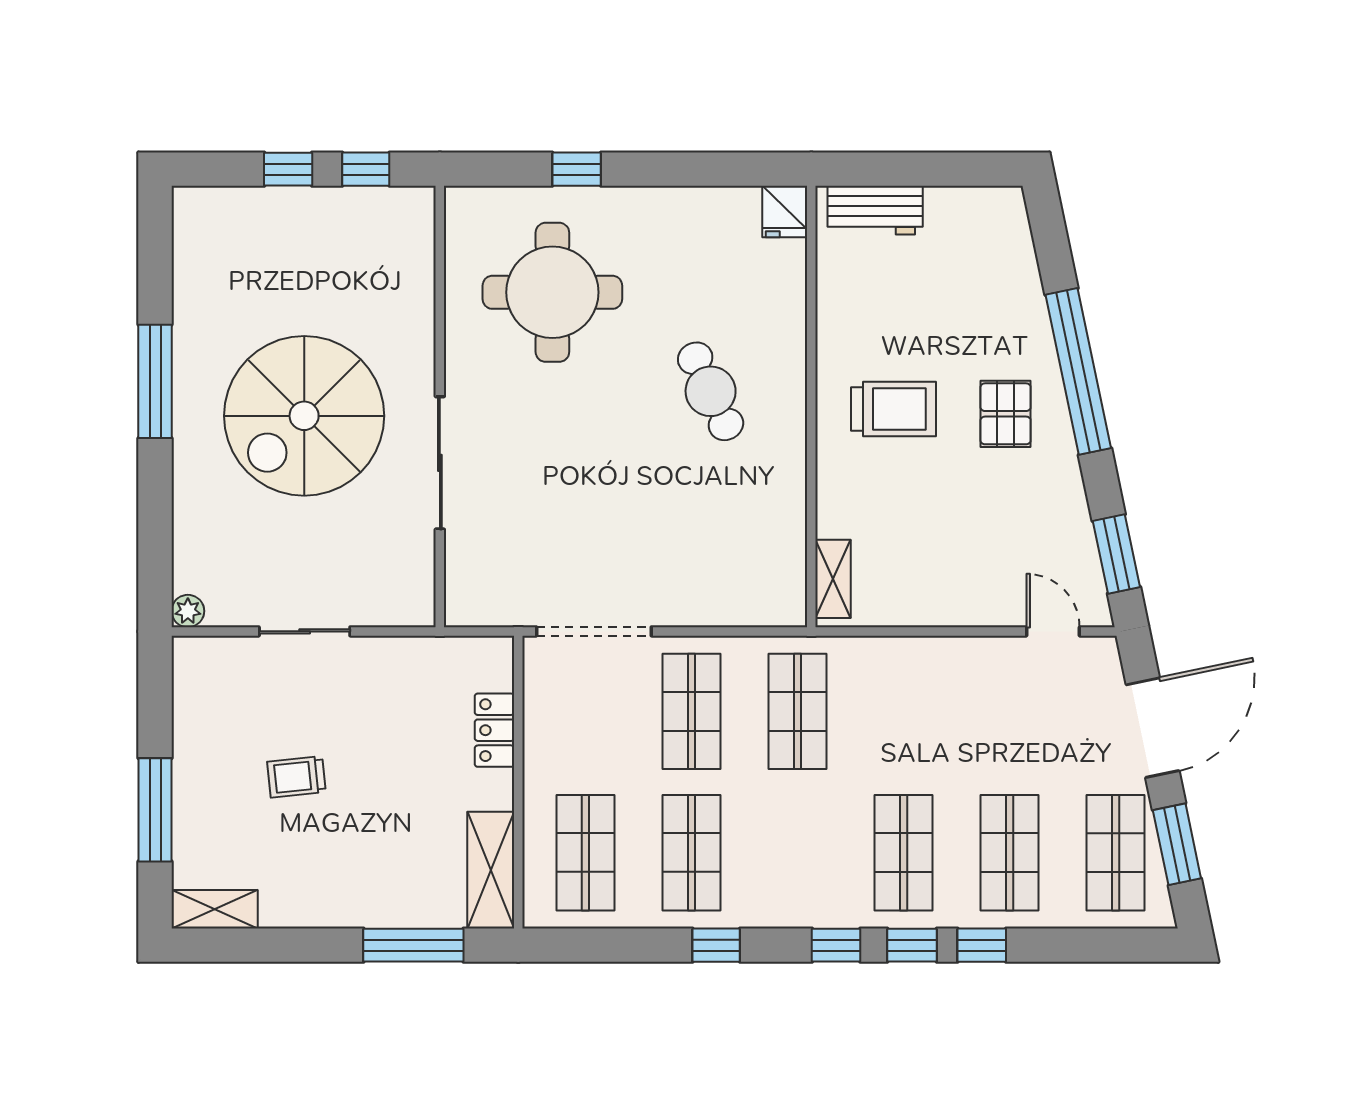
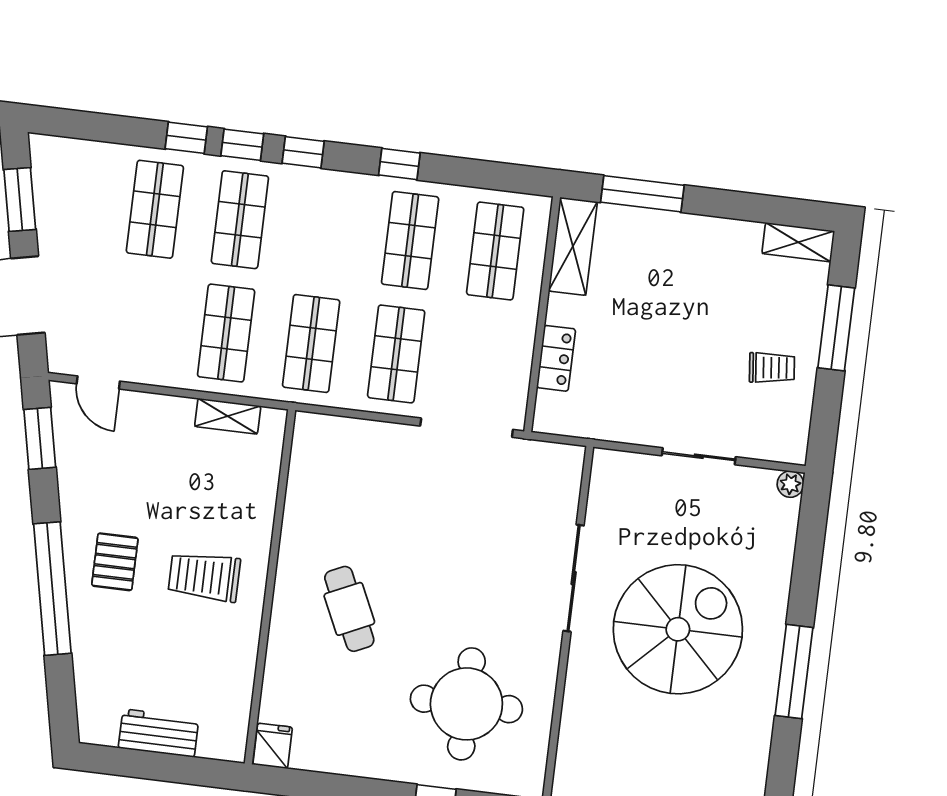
workbench: (875, 210) -> (159, 733), moved
shelving: (833, 579) -> (228, 416), moved, turned 90
trolley: (296, 777) -> (772, 368), moved
shop shelf: (1116, 853) -> (226, 333), moved

